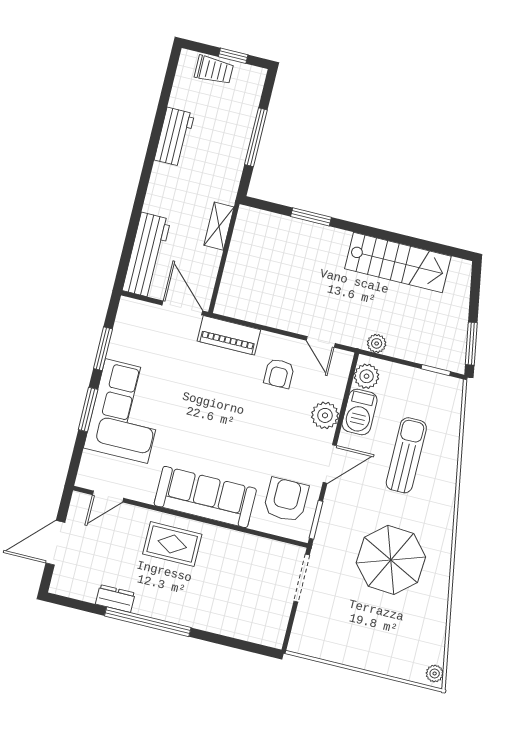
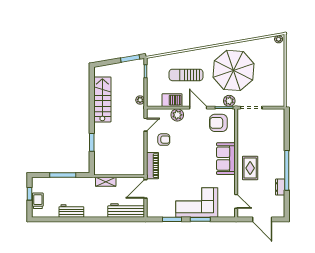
plant: (367, 376) -> (229, 101), moved
sofa: (205, 497) -> (226, 159), width x0.73
parasol: (391, 560) -> (233, 70), width x1.36, depth x1.36

